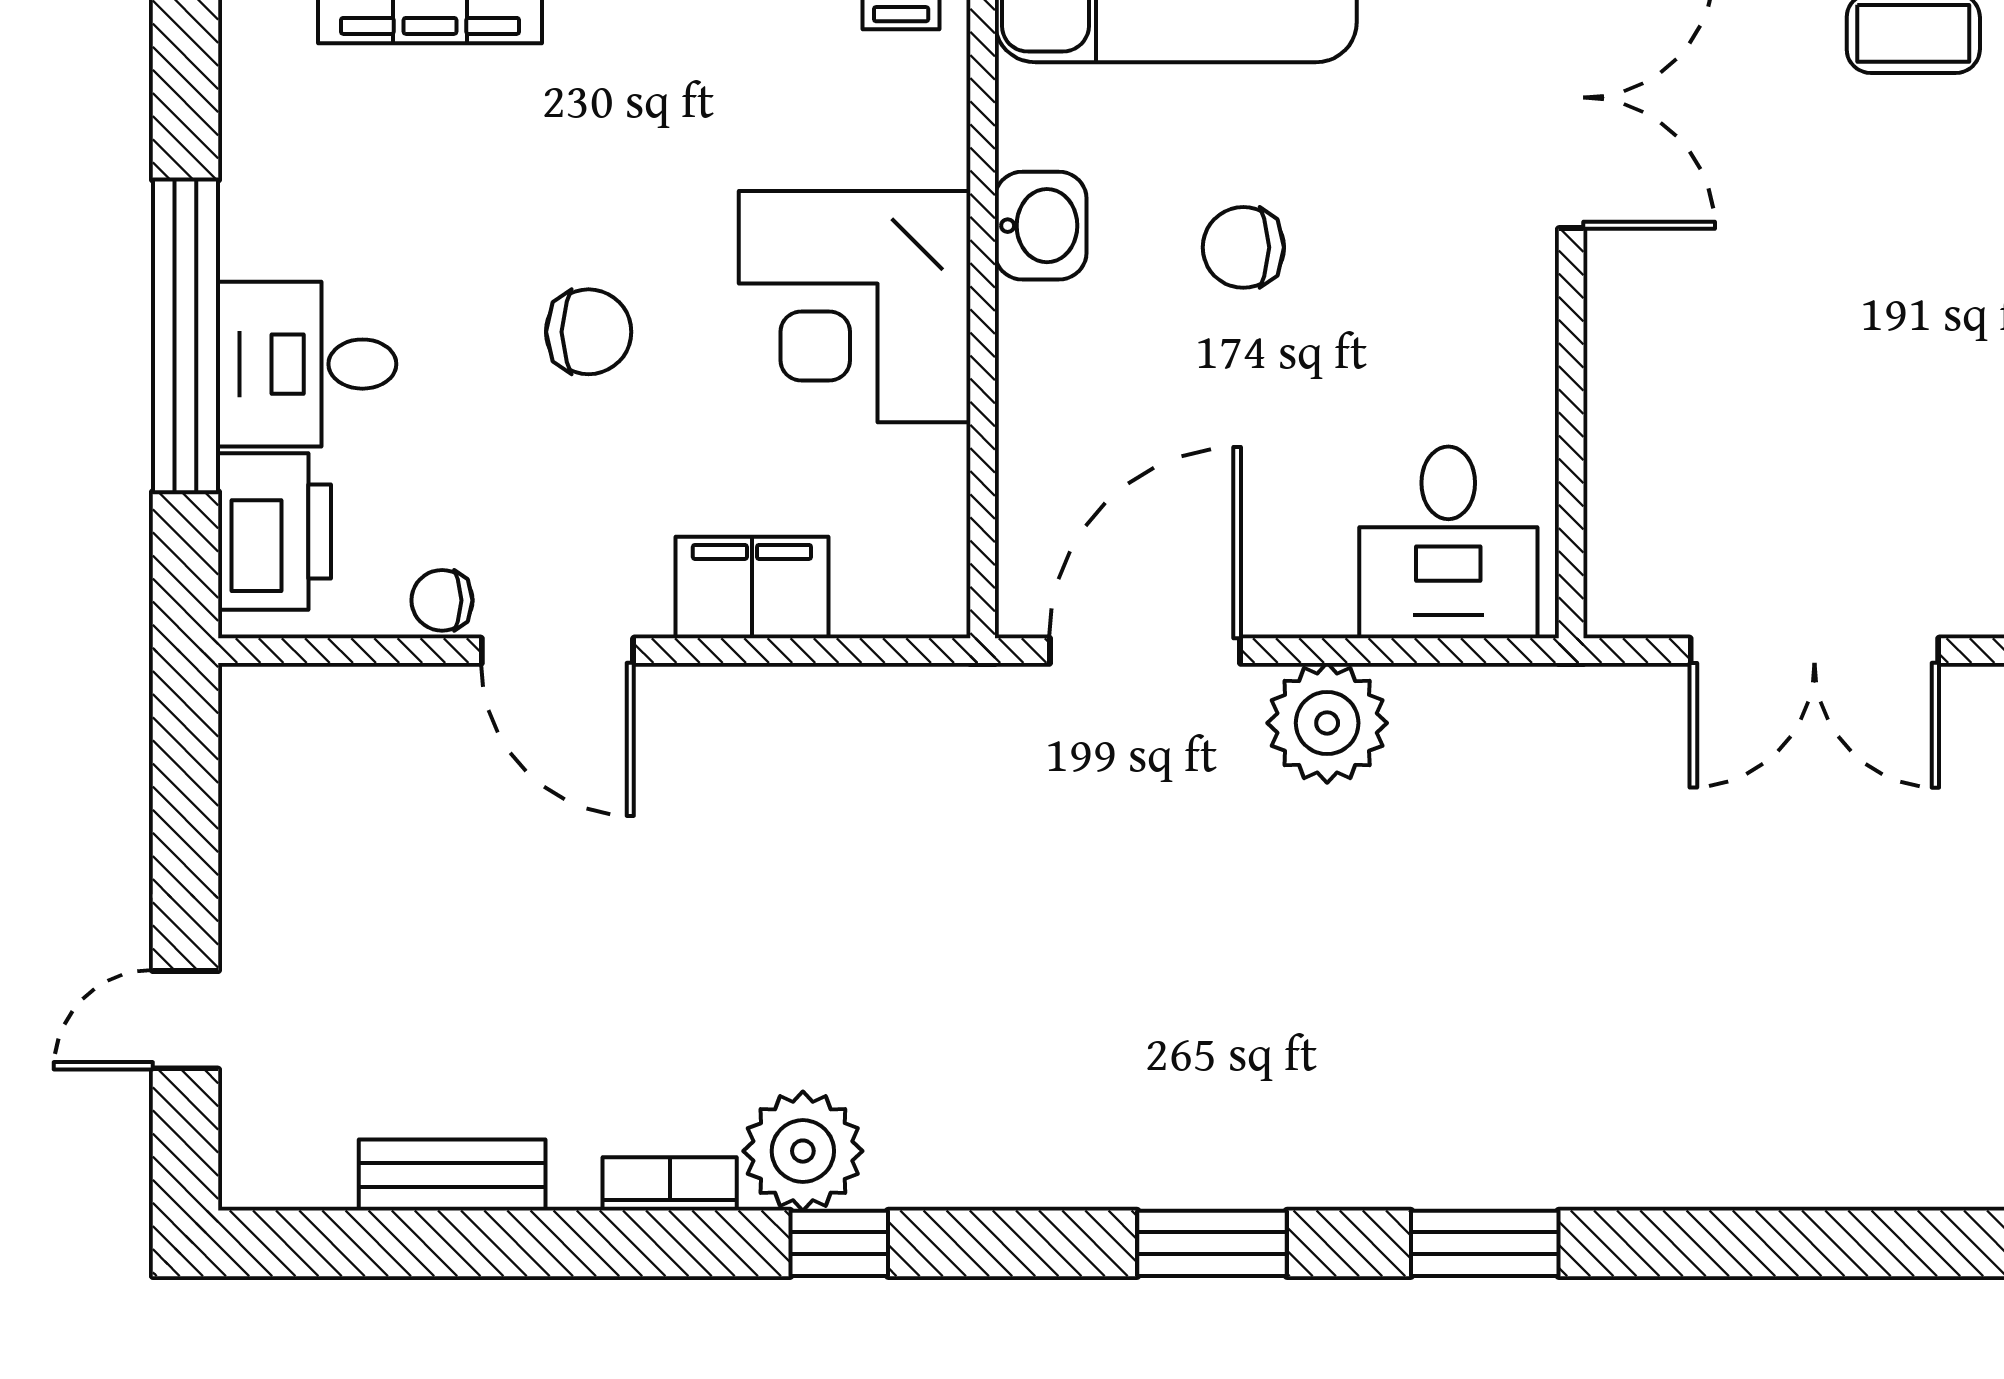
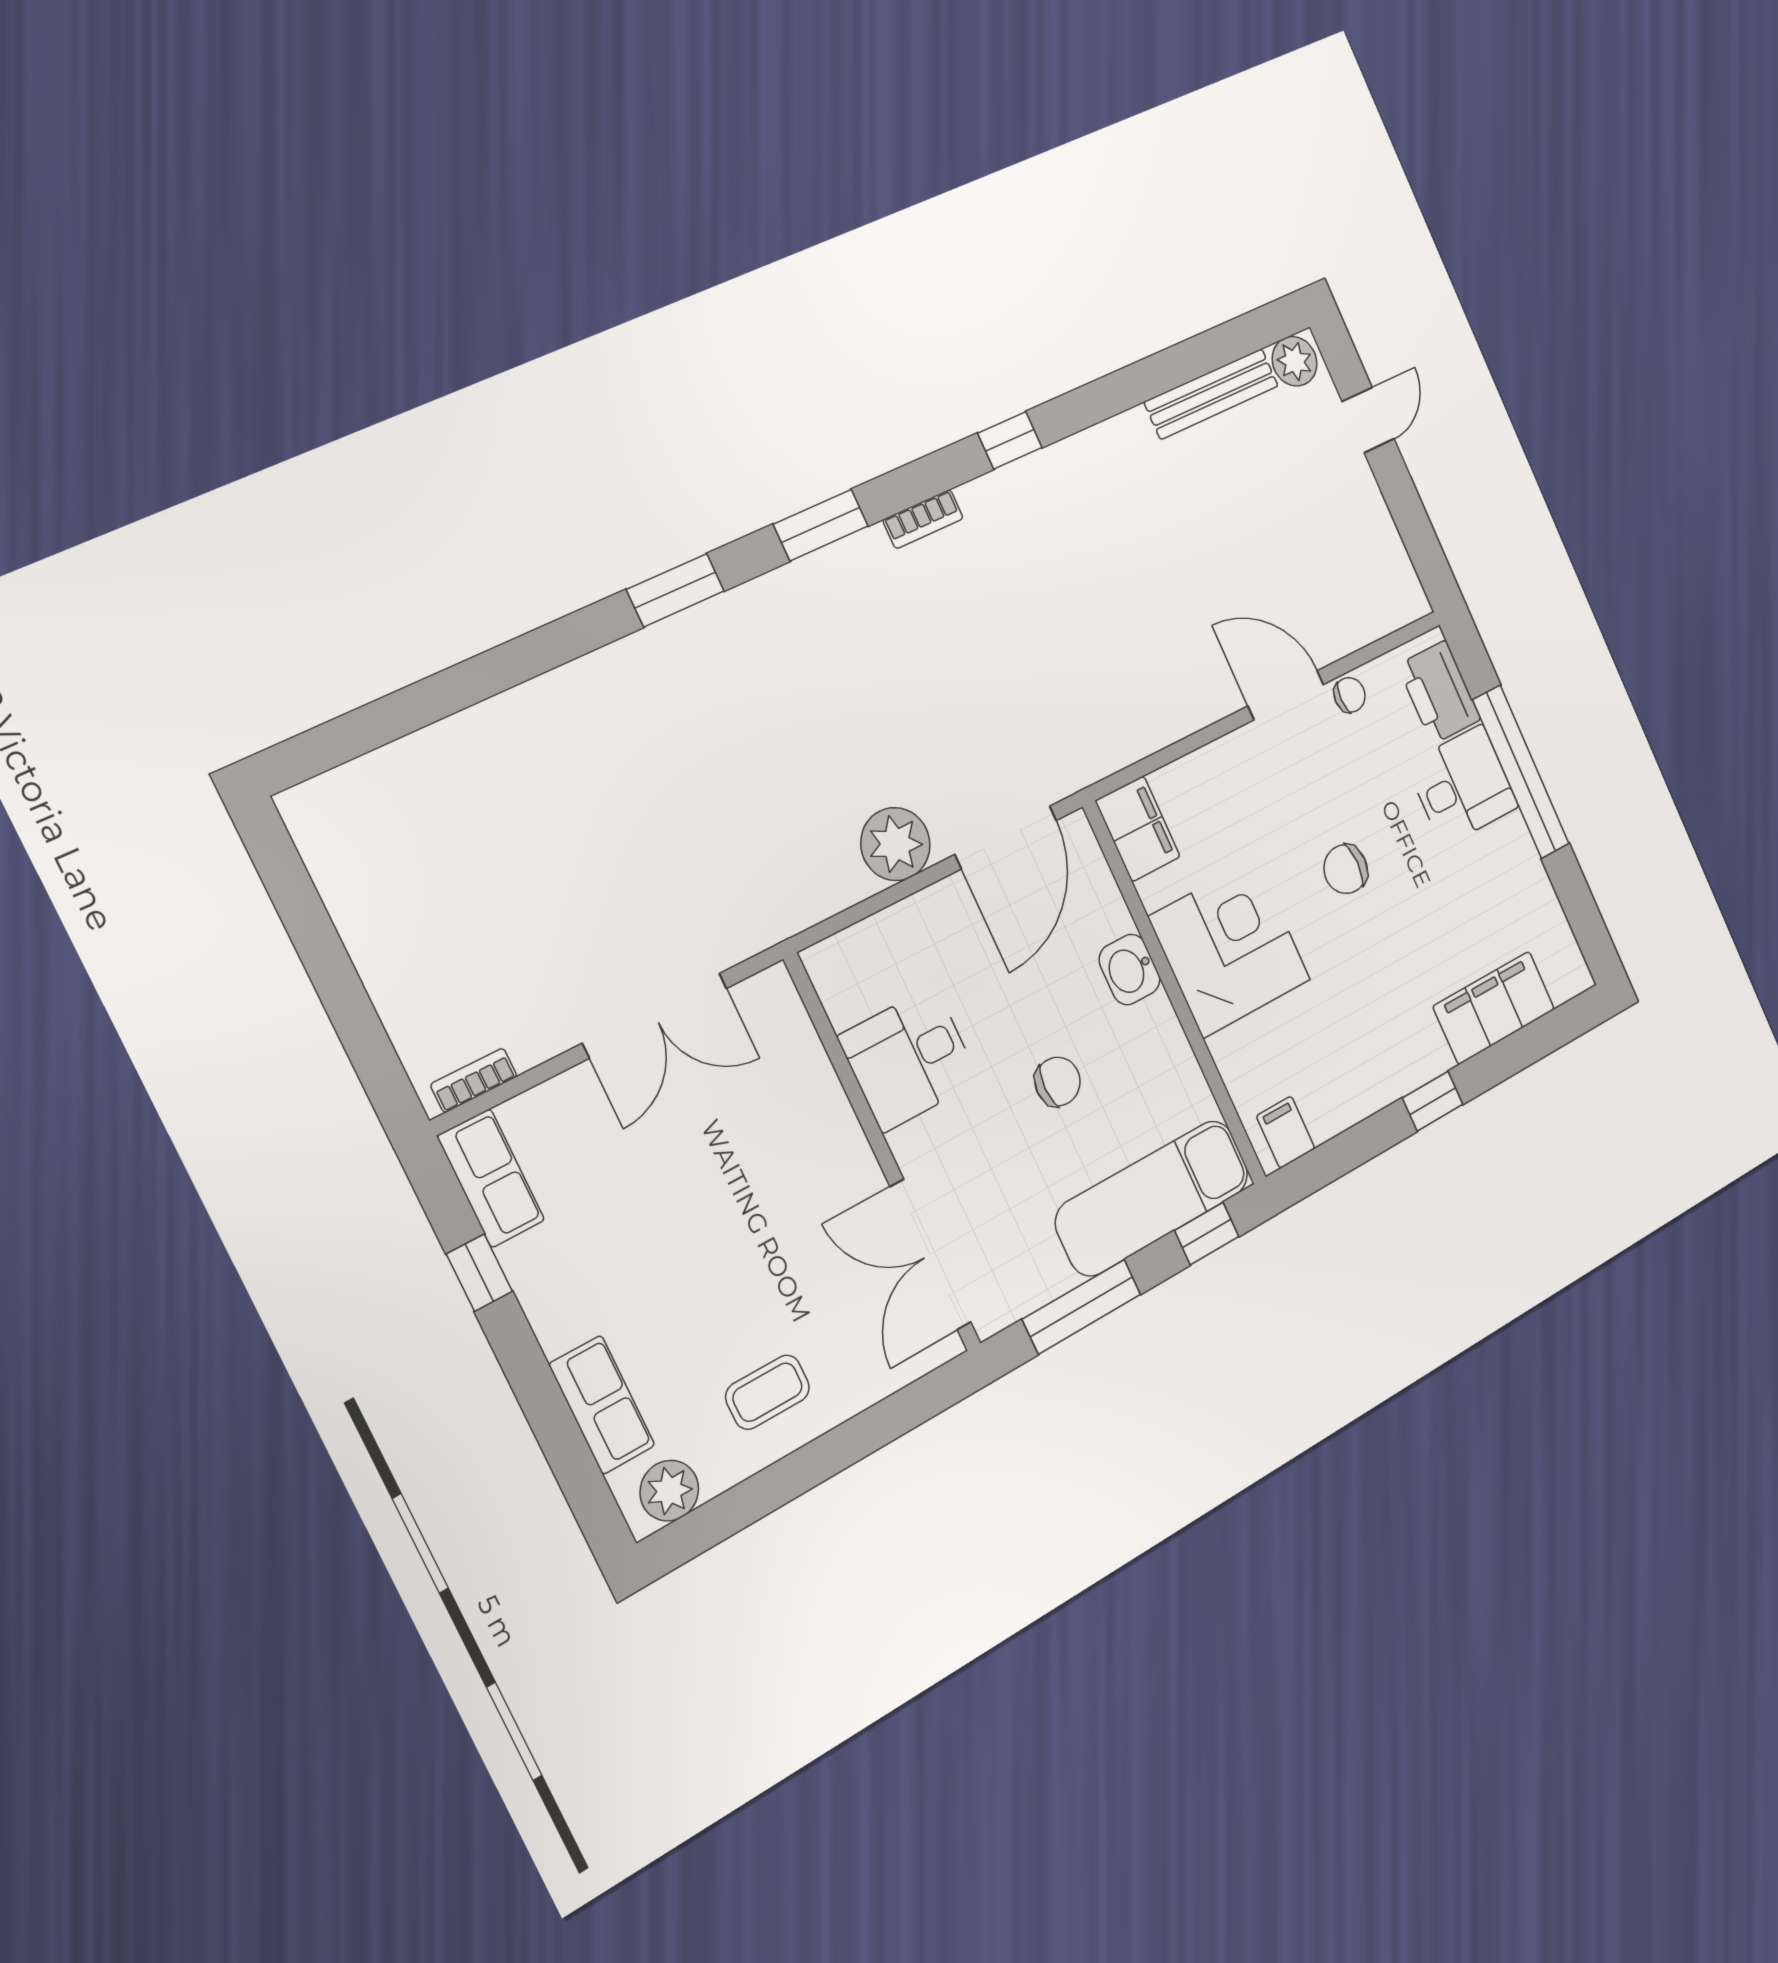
washbasin: (1041, 226) -> (1130, 970), moved
desk: (1448, 542) -> (909, 1059), moved, turned -90
filing cabinet: (752, 588) -> (1138, 829), moved, turned -90
double door: (1814, 651) -> (655, 1016), swing flipped
plant: (803, 1151) -> (1295, 361), moved, width x0.73, depth x0.73
bench: (452, 1175) -> (1211, 394), width x1.36
bookcase: (670, 1184) -> (923, 519), moved

